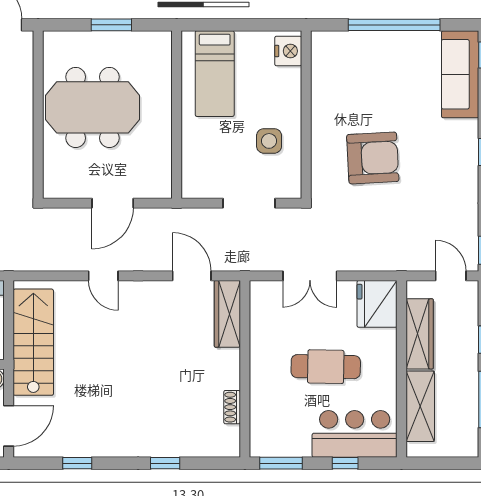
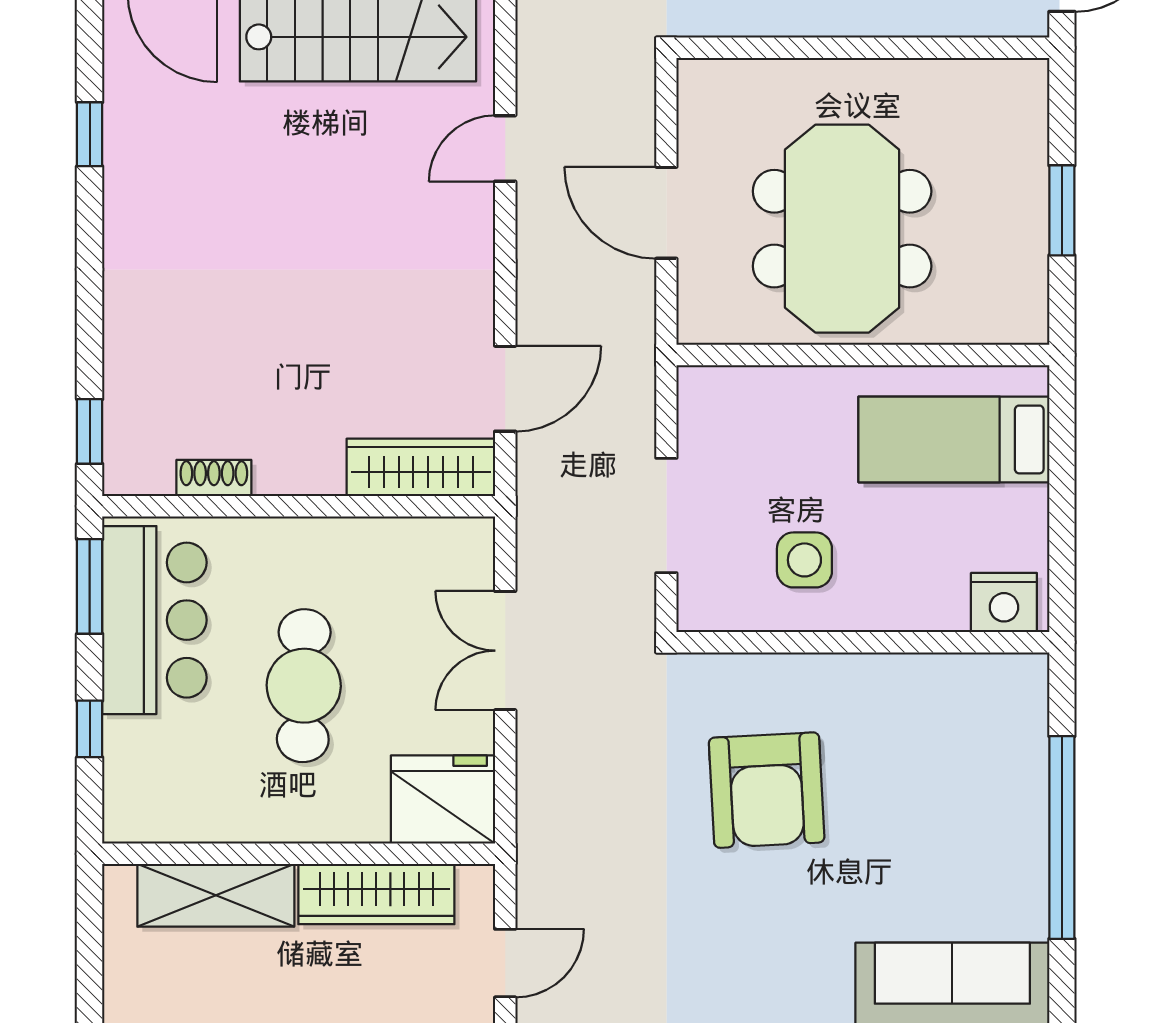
meeting table: (93, 107) -> (842, 229), moved
door: (103, 276) -> (505, 148), moved
bar counter: (355, 434) -> (154, 620), moved
window: (165, 463) -> (90, 431), moved

